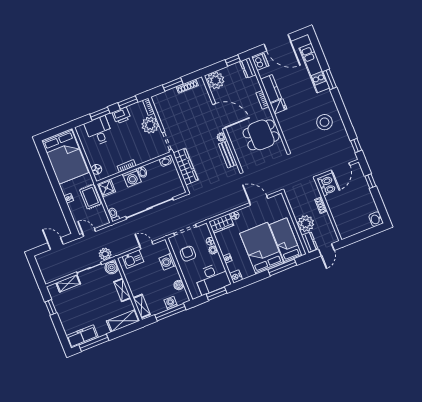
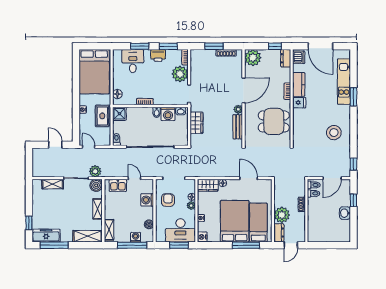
door: (219, 116) -> (244, 90), hinge flipped
wardrobe: (186, 167) -> (196, 123), width x0.67
washing machine: (132, 178) -> (168, 114), moved
washbasin: (376, 219) -> (345, 213), moved
window: (51, 307) -> (29, 223), moved

